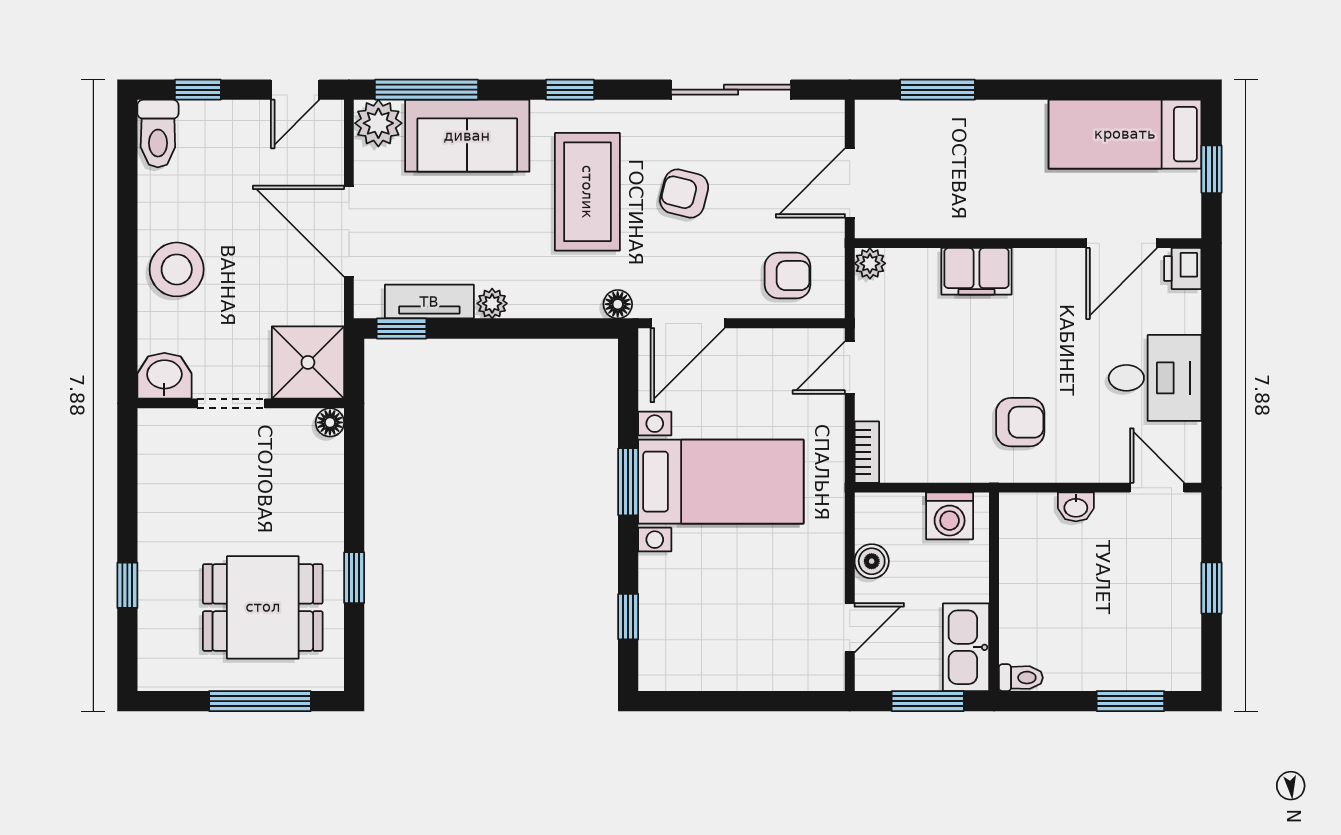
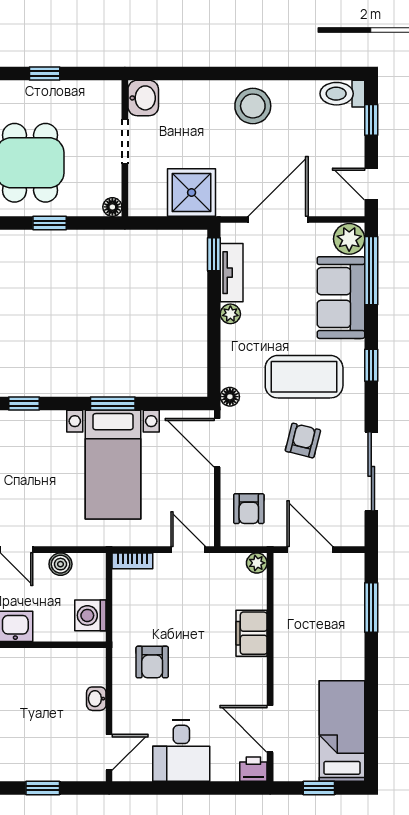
washbasin: (164, 376) -> (143, 98), moved
doorway: (231, 403) -> (125, 142), moved
wall: (241, 403) -> (125, 148), moved
floor lamp: (330, 422) -> (112, 207), moved

